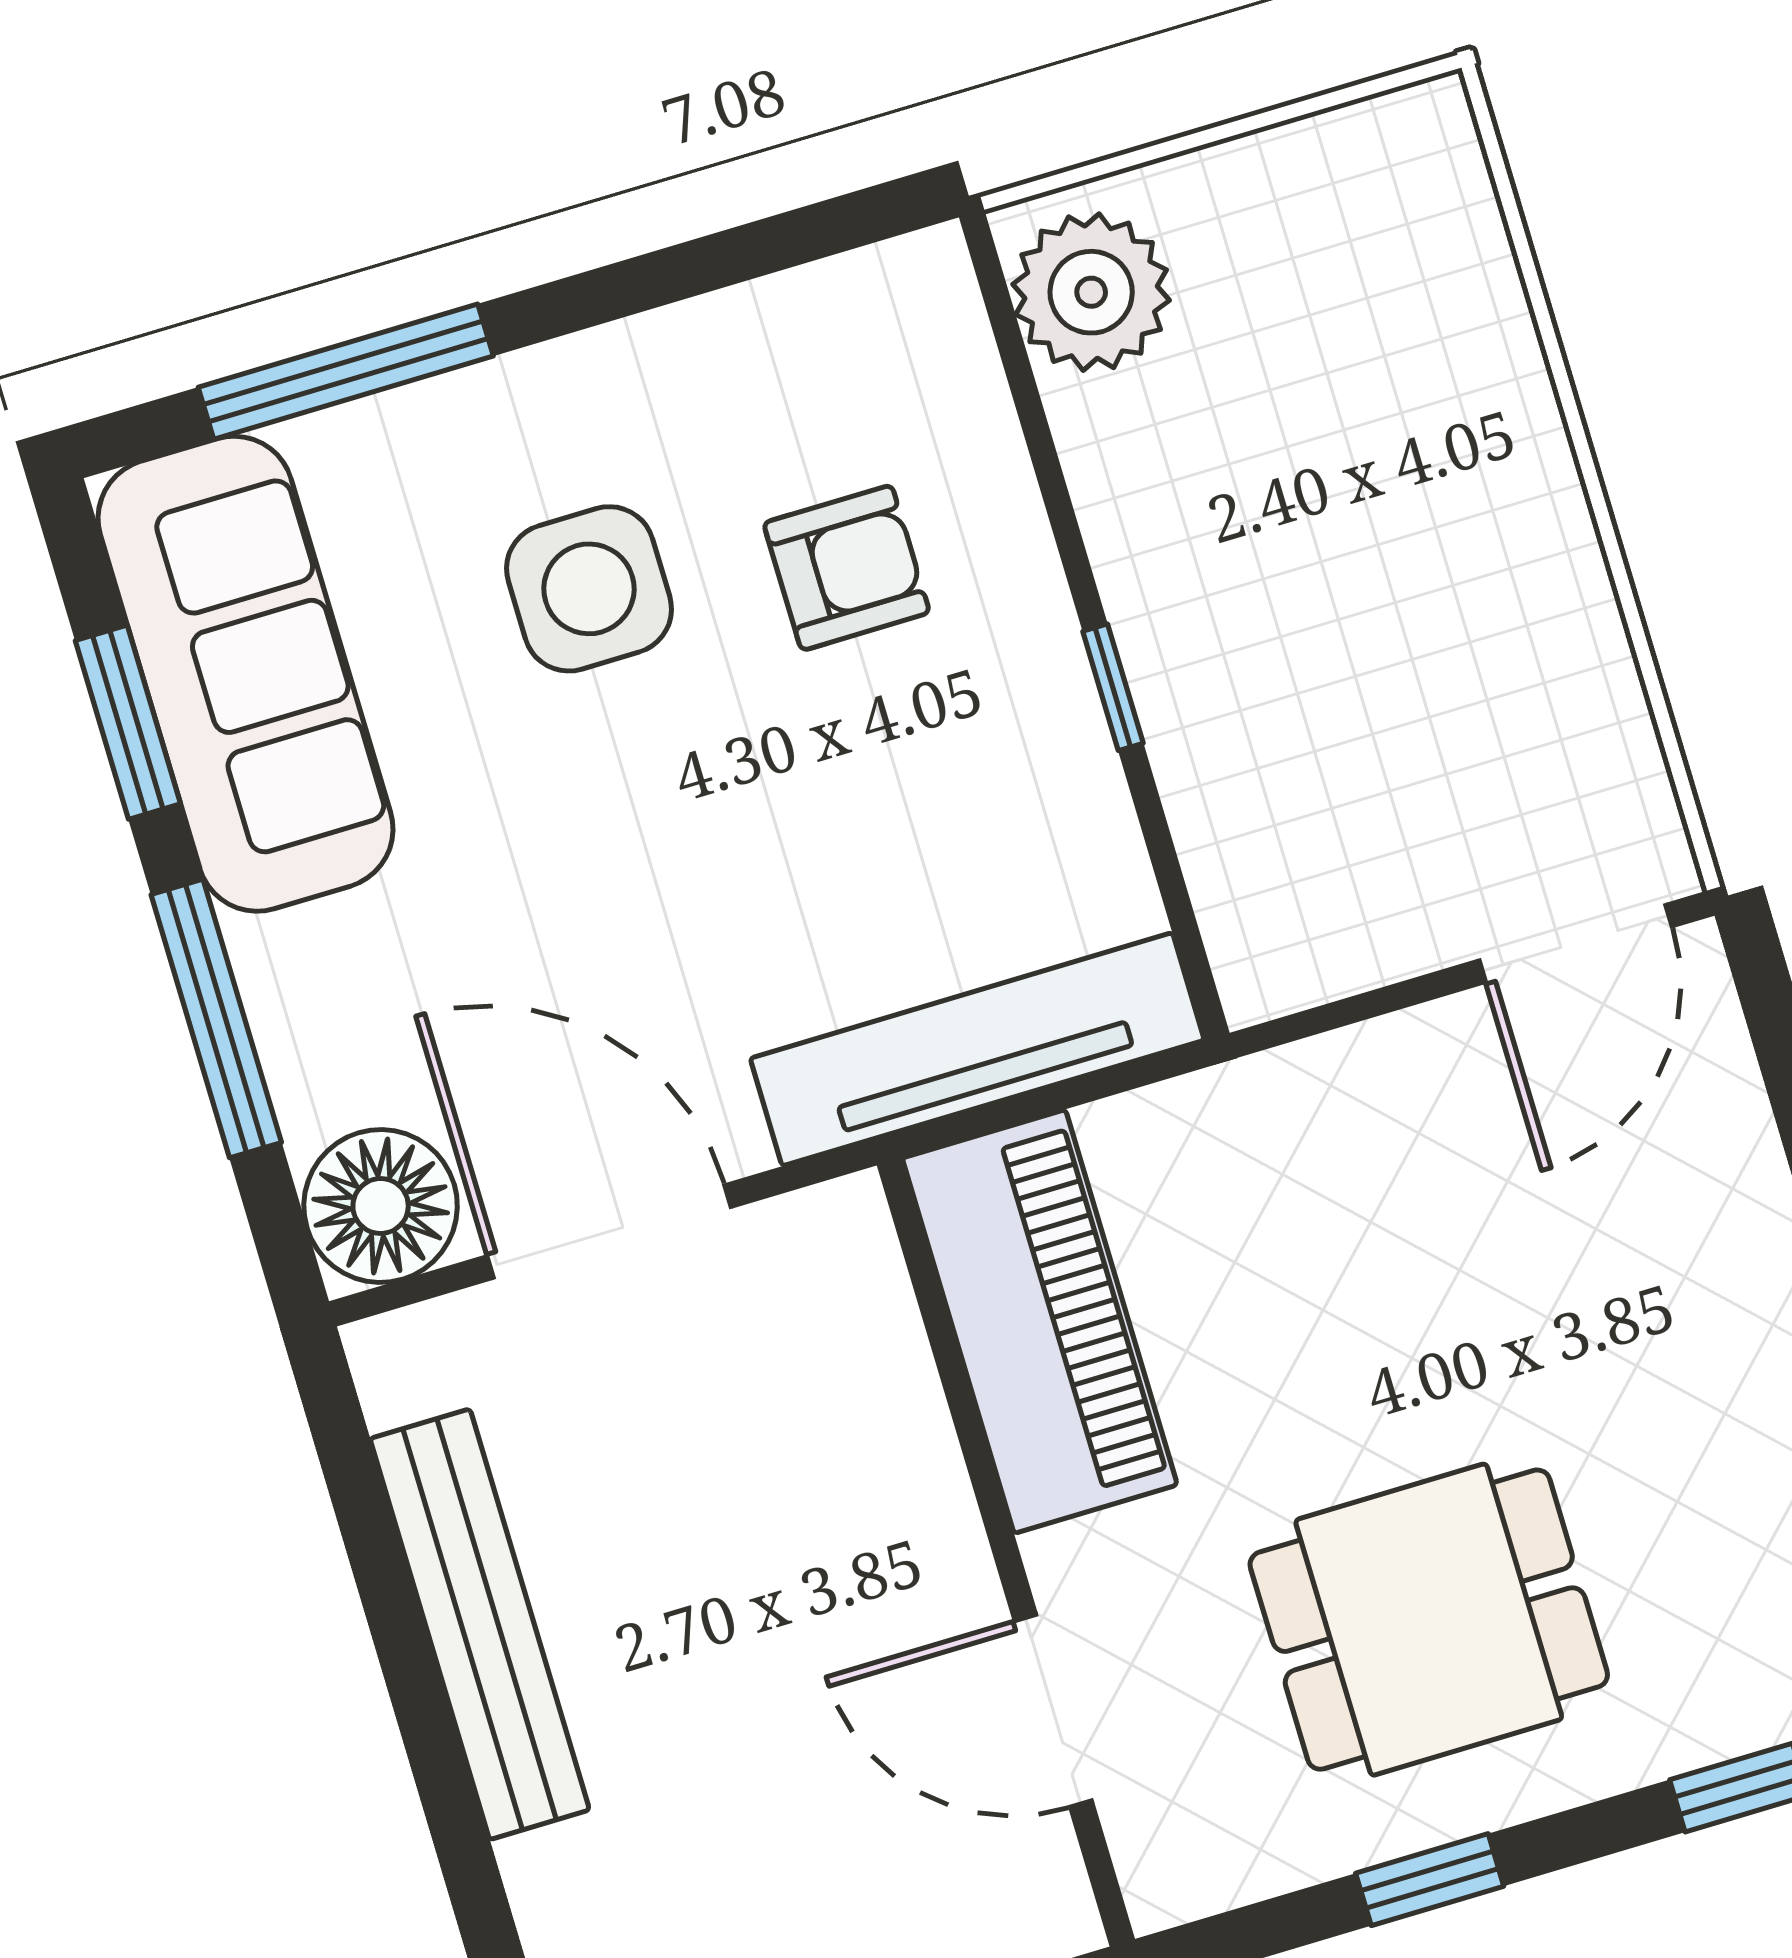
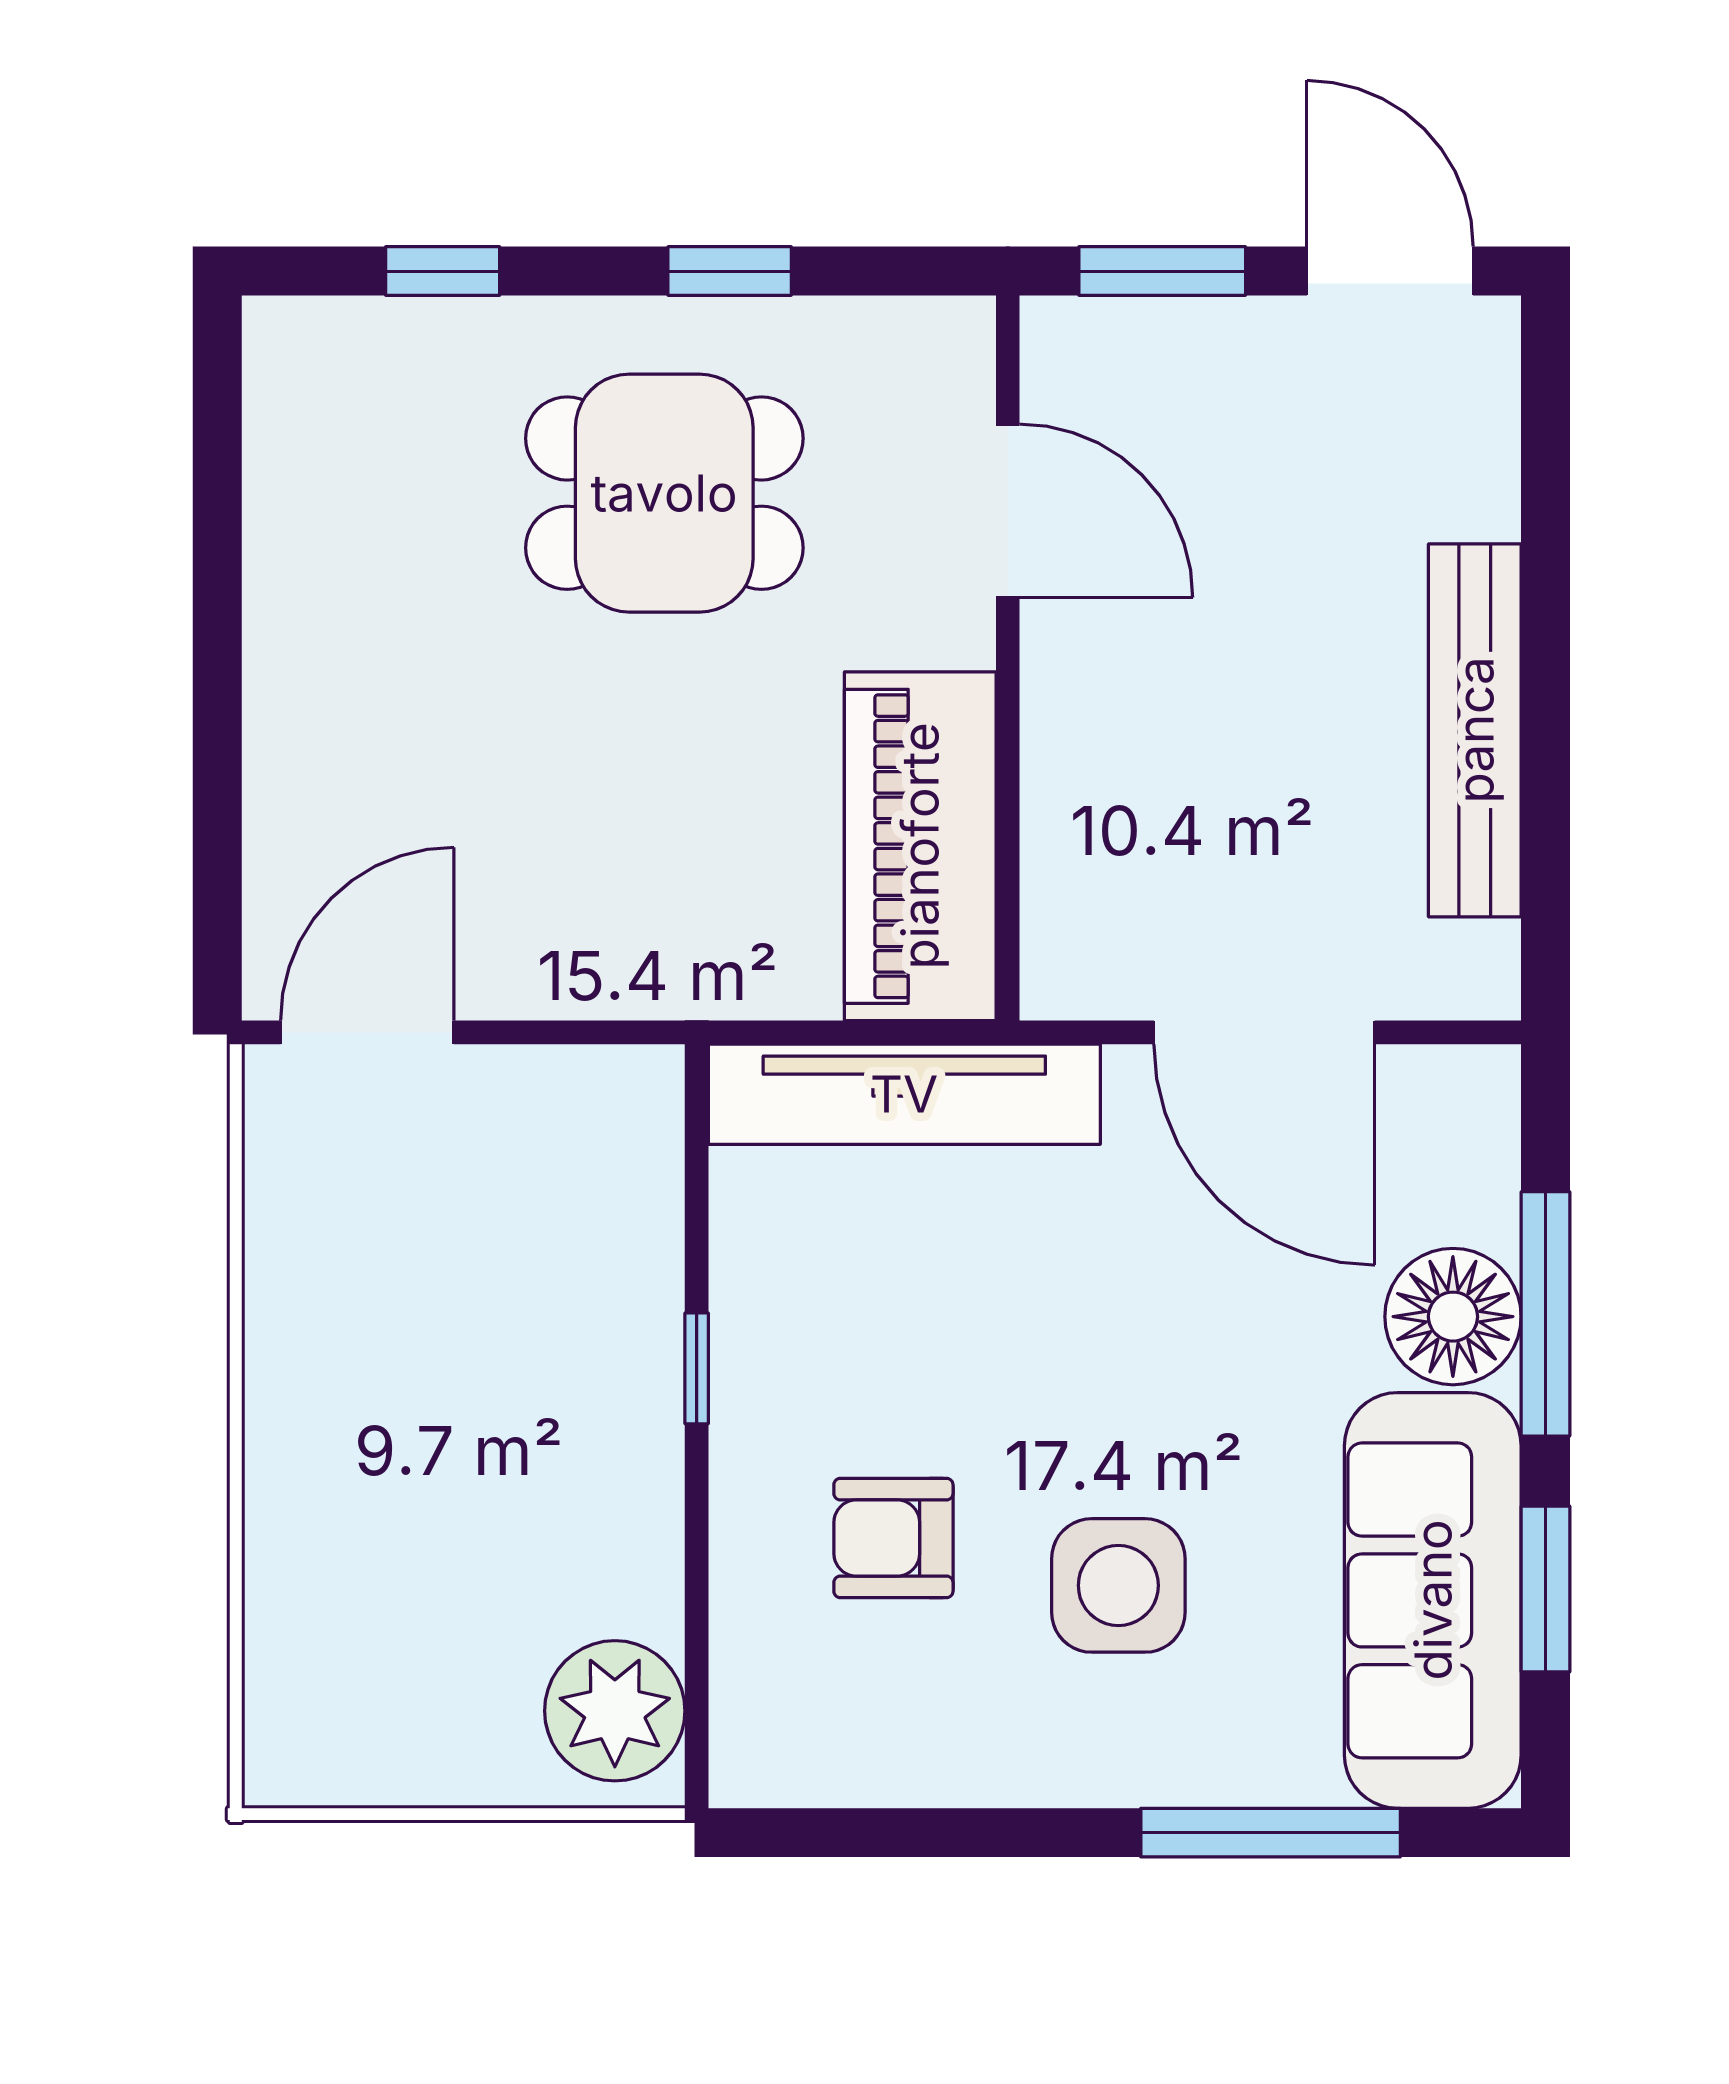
floor lamp: (381, 1206) -> (1453, 1317), moved

